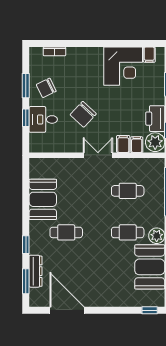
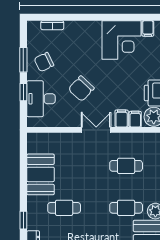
desk: (43, 119) -> (41, 99), width x1.37

